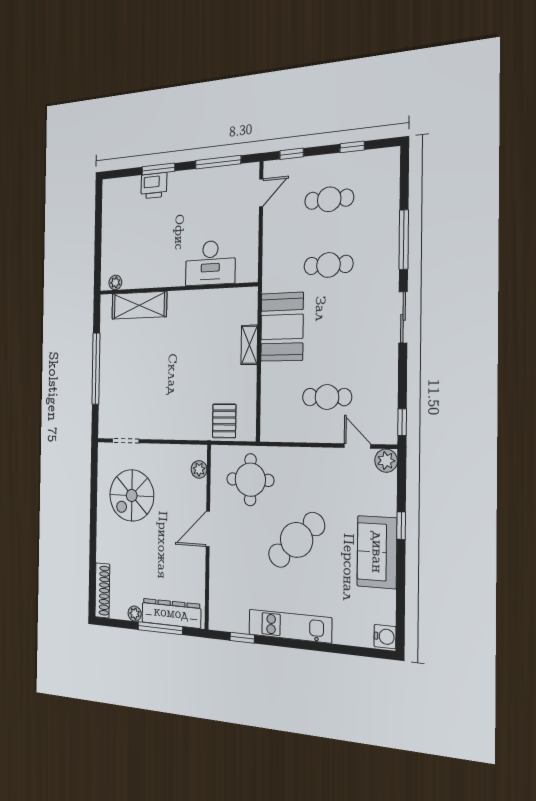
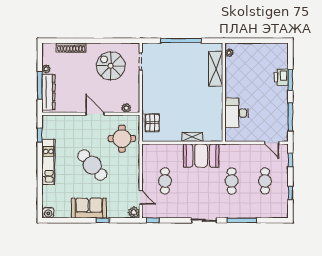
pallet: (224, 421) -> (152, 123), turned 90
door: (357, 446) -> (141, 197), hinge flipped
shoe rack: (102, 590) -> (71, 48), moved

